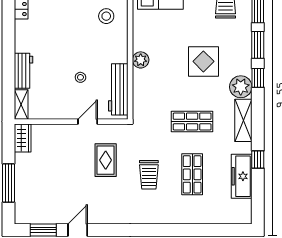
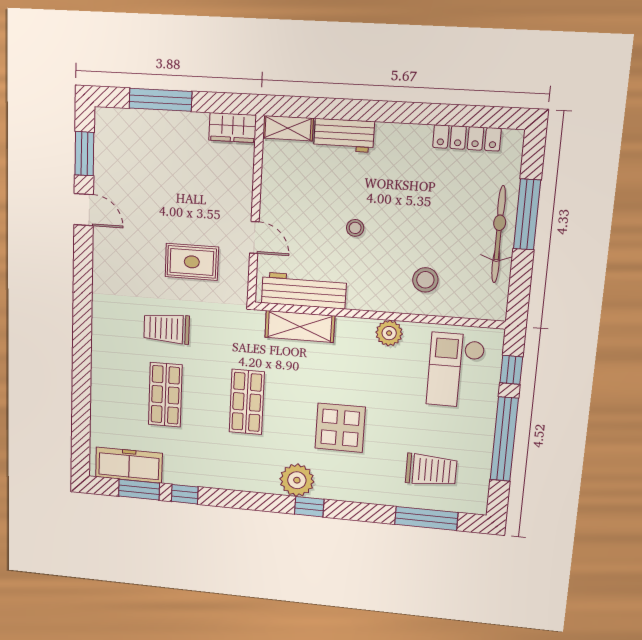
window: (258, 45) -> (139, 490), moved
plant: (141, 60) -> (389, 333), moved
stool: (80, 77) -> (355, 228), moved
shelving: (243, 120) -> (300, 327), moved
shop shelf: (192, 174) -> (165, 395), turned 90
freezer: (242, 176) -> (129, 465), moved

